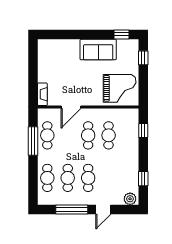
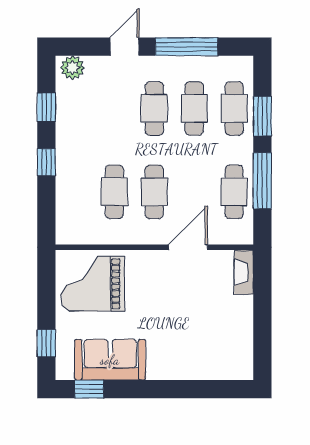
sofa: (98, 50) -> (110, 360), moved
window: (143, 131) -> (46, 162), moved
window: (33, 174) -> (262, 116), added

